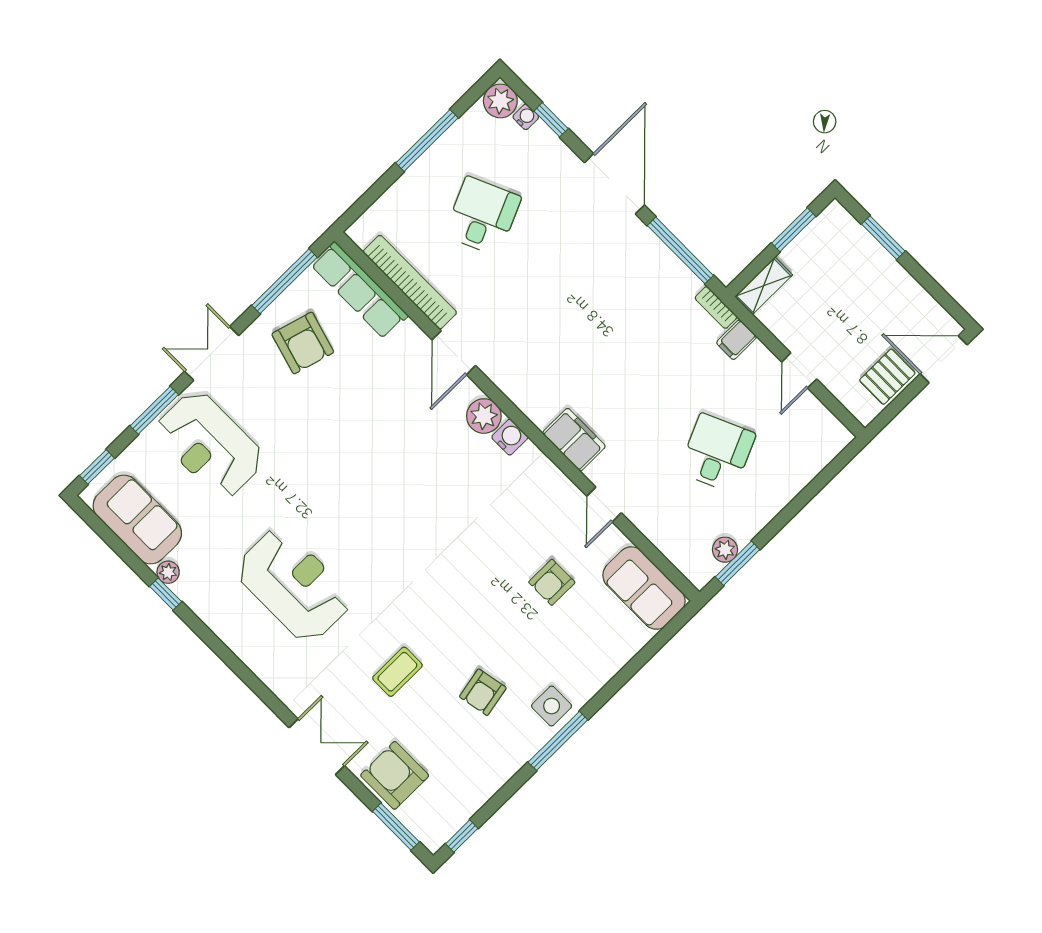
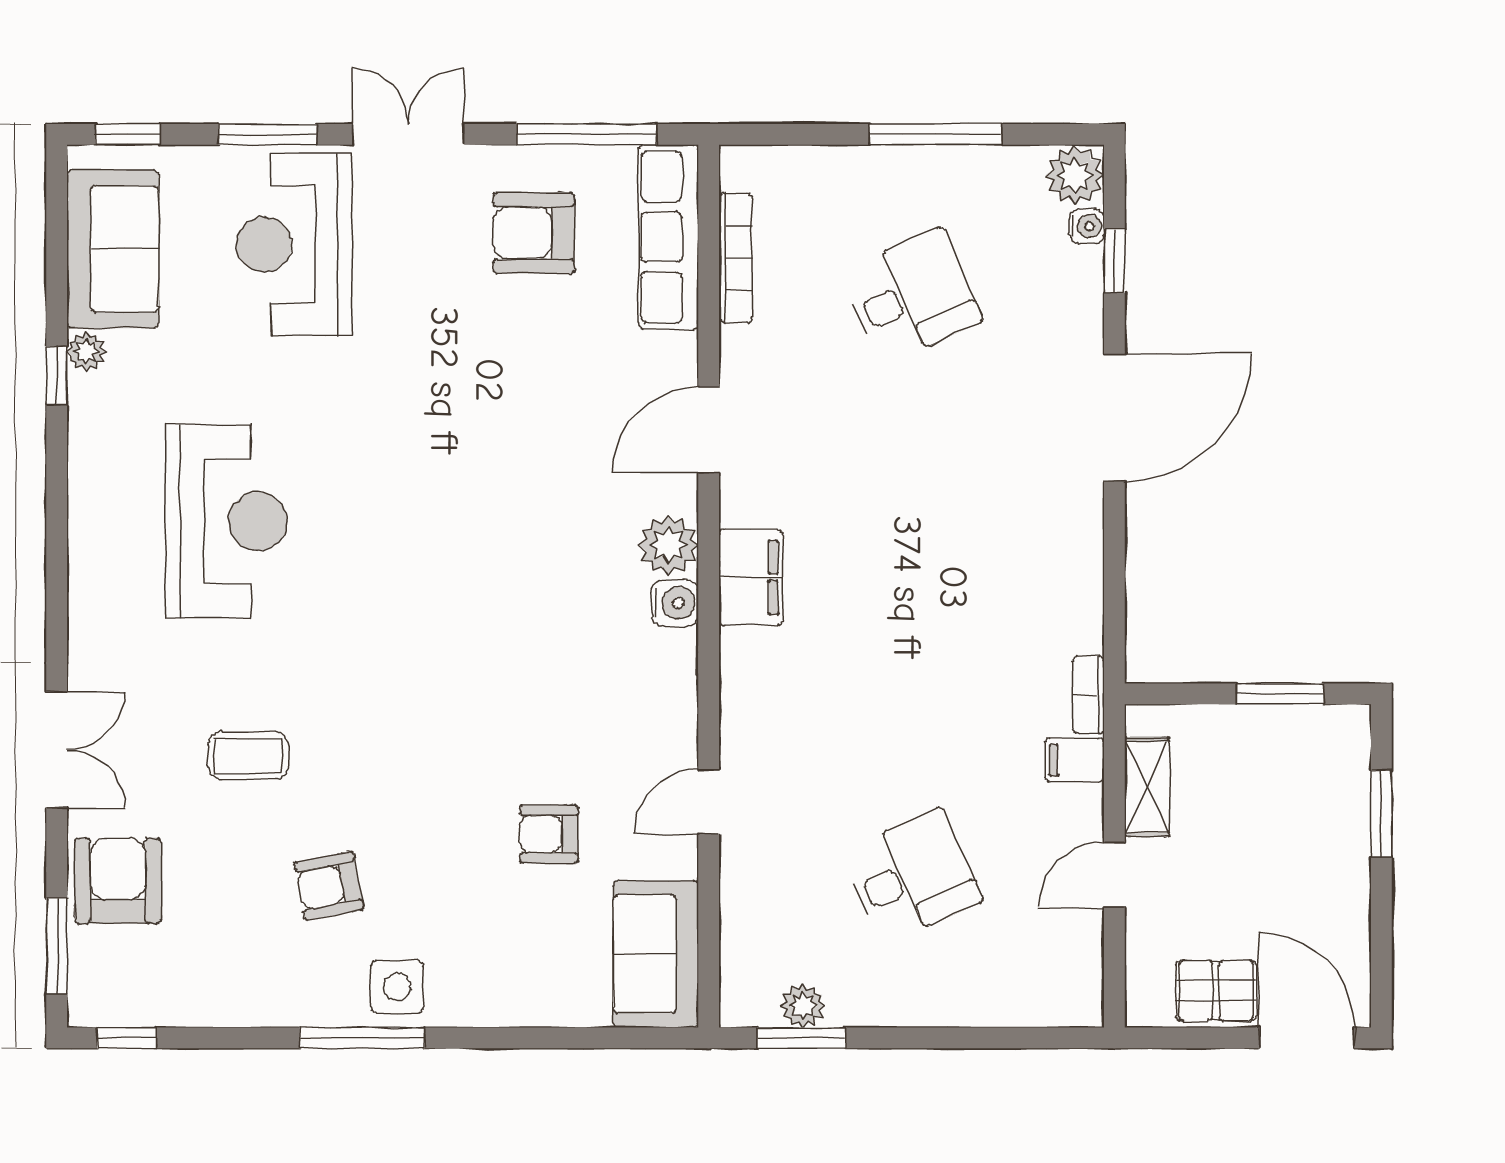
window: (680, 250) -> (1114, 581), removed
bookcase: (410, 282) -> (736, 258), width x0.68, depth x0.76
shelving: (764, 286) -> (1147, 787), moved, turned 90
armchair: (303, 343) -> (534, 233), turned 74
filing cabinet: (574, 440) -> (751, 577), moved

